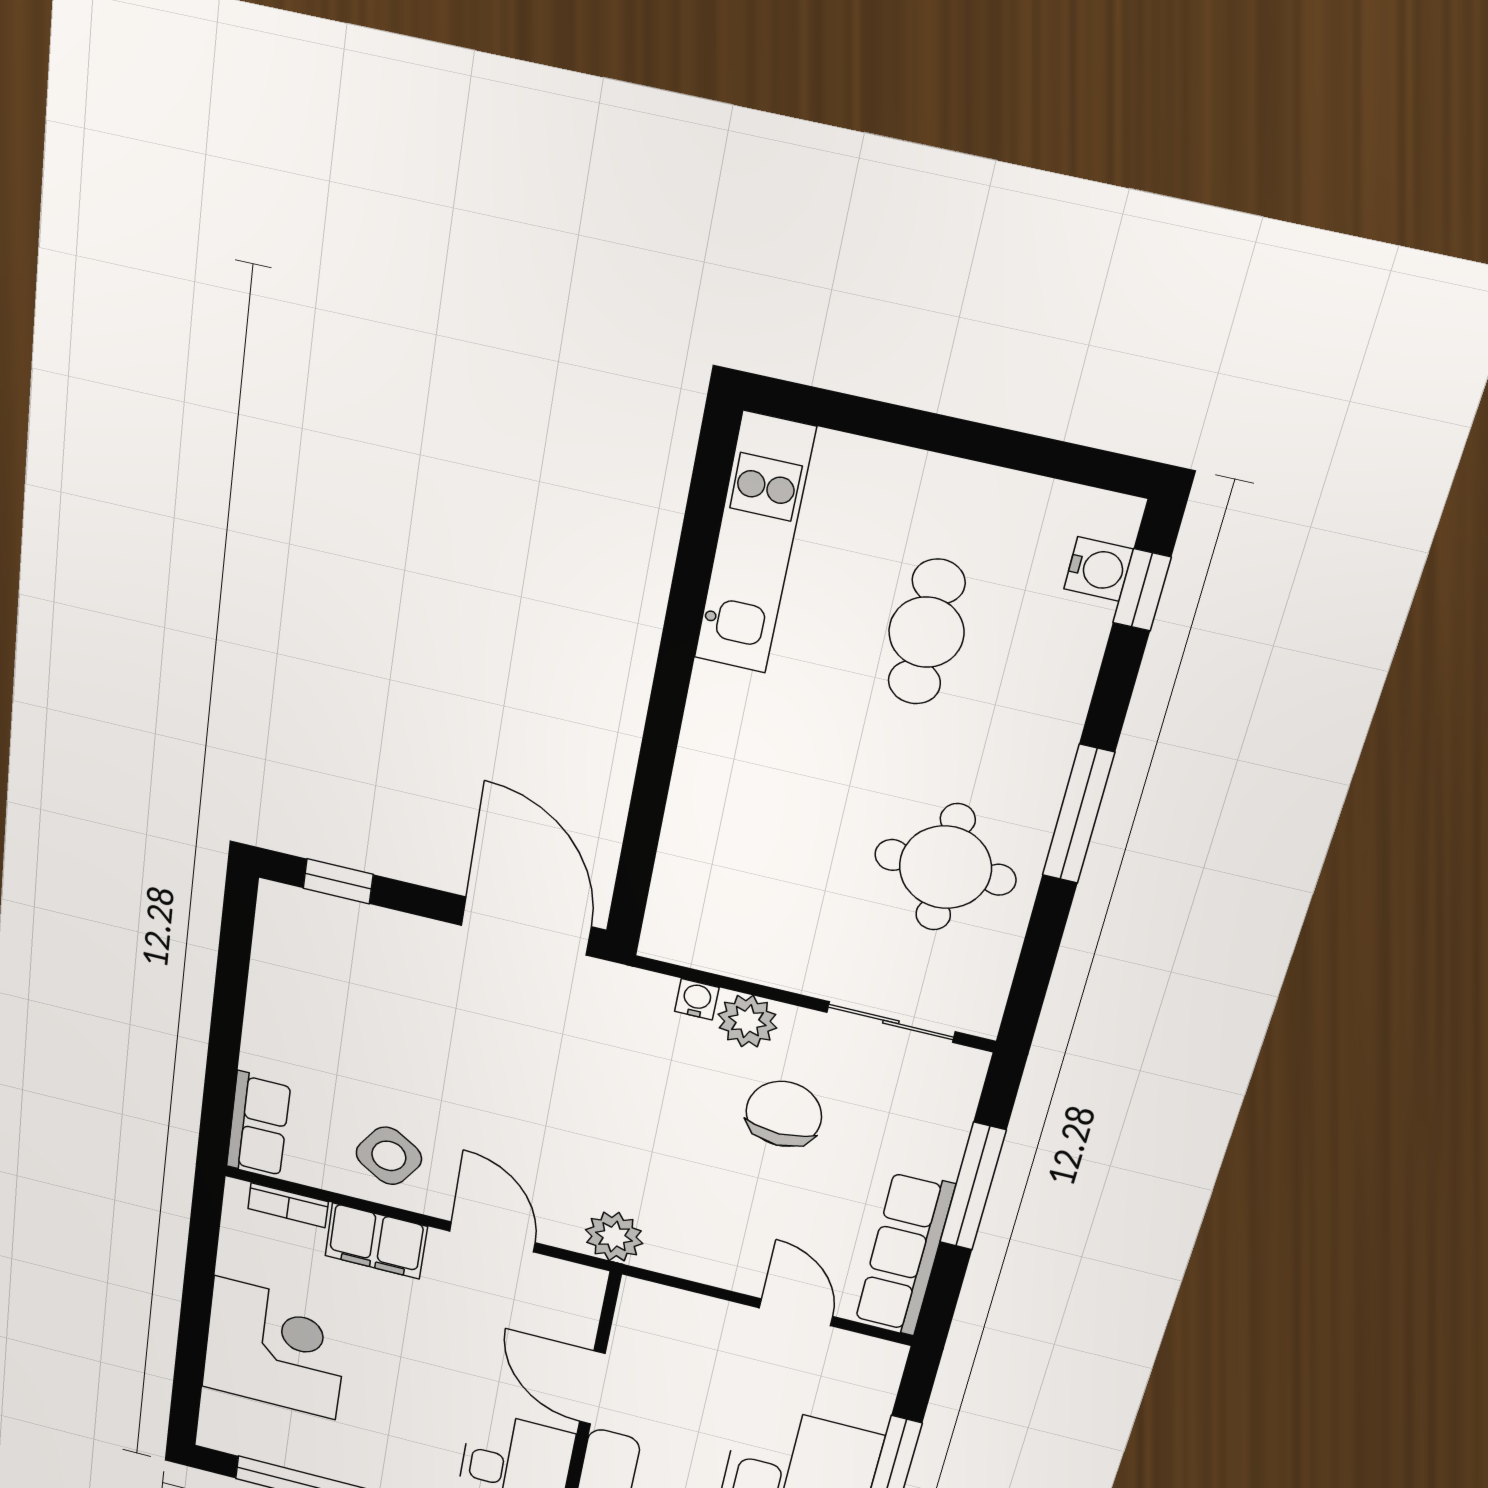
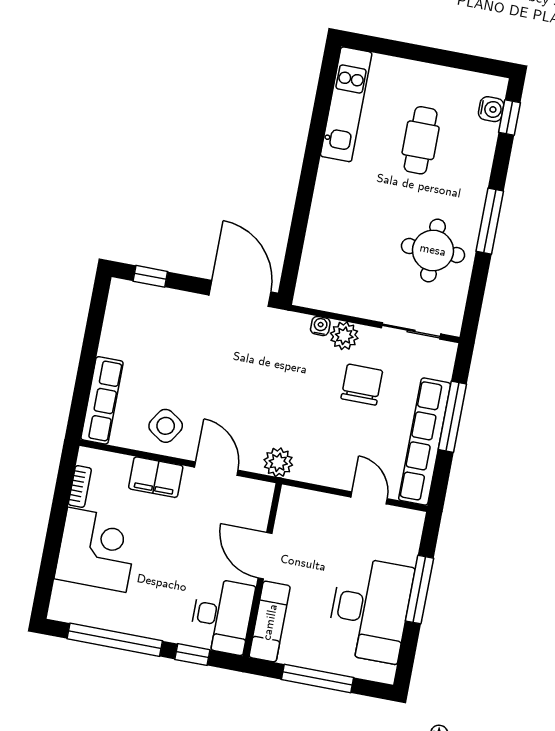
row of seats: (258, 1125) -> (102, 400), width x1.48
bookcase: (288, 1205) -> (80, 486), moved, turned -90
row of seats: (904, 1254) -> (425, 442), width x1.36

